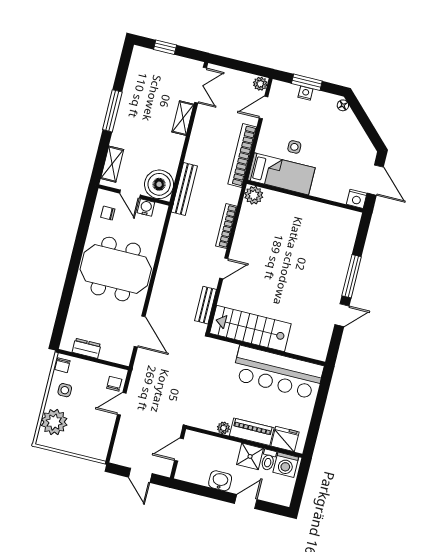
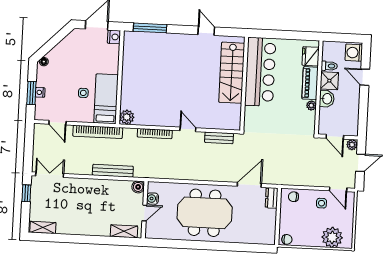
window: (165, 47) -> (26, 193), moved
plant: (260, 84) -> (352, 145), moved
window: (112, 111) -> (83, 239), removed
shelving: (183, 118) -> (43, 227), moved
boiler: (159, 184) -> (138, 187), width x0.54, depth x0.54
bench: (184, 189) -> (113, 171), moved
chair: (108, 213) -> (163, 227), removed
meeting table: (116, 269) -> (205, 213), turned 90
window: (352, 276) -> (150, 28), moved
stairs: (250, 328) -> (232, 73), moved
dresser: (87, 348) -> (272, 198), moved
side table: (65, 390) -> (321, 203), moved
door: (122, 404) -> (338, 189), moved
washing machine: (286, 465) -> (354, 53), moved, turned 180
washbasin: (220, 481) -> (327, 99), moved, turned 180

